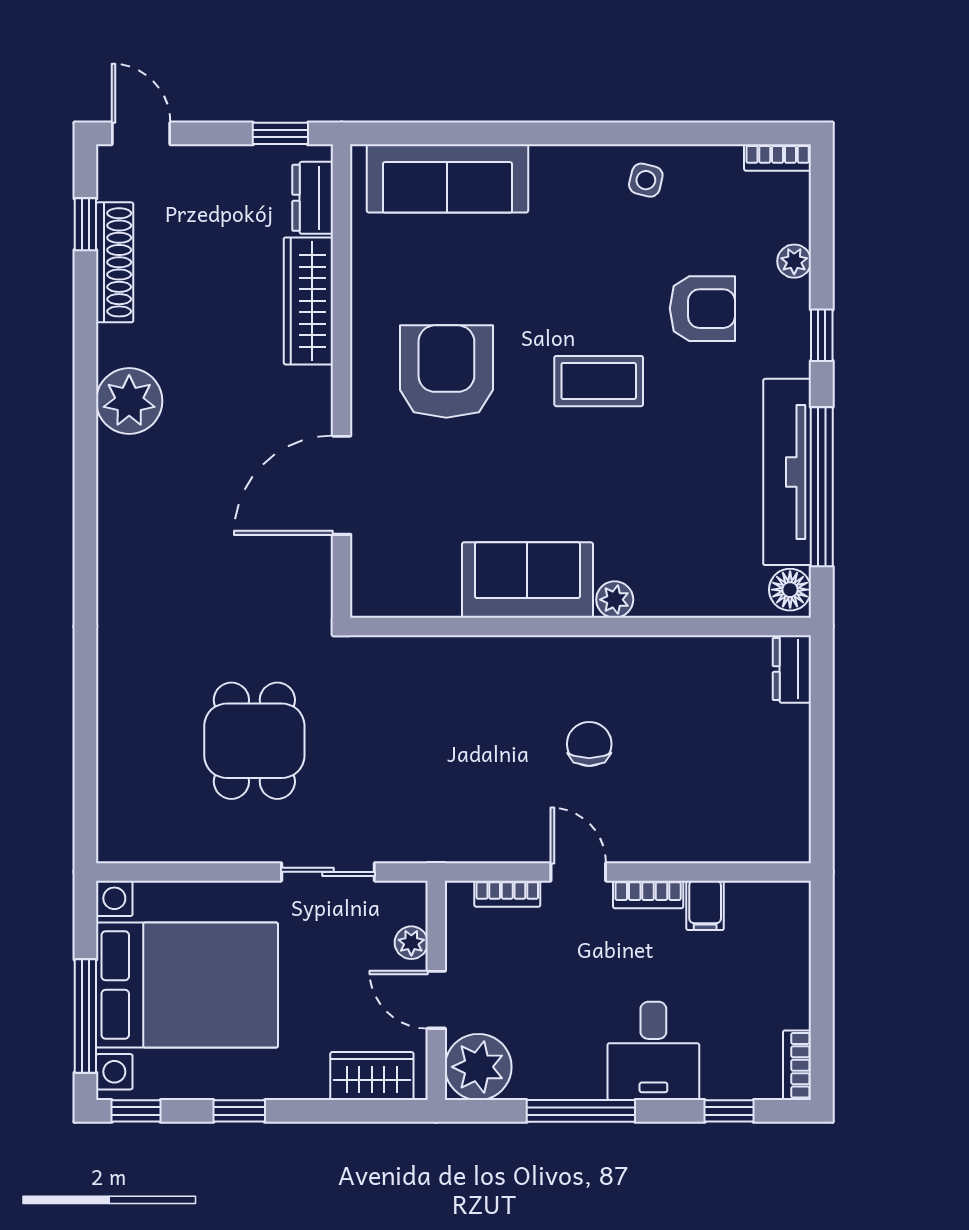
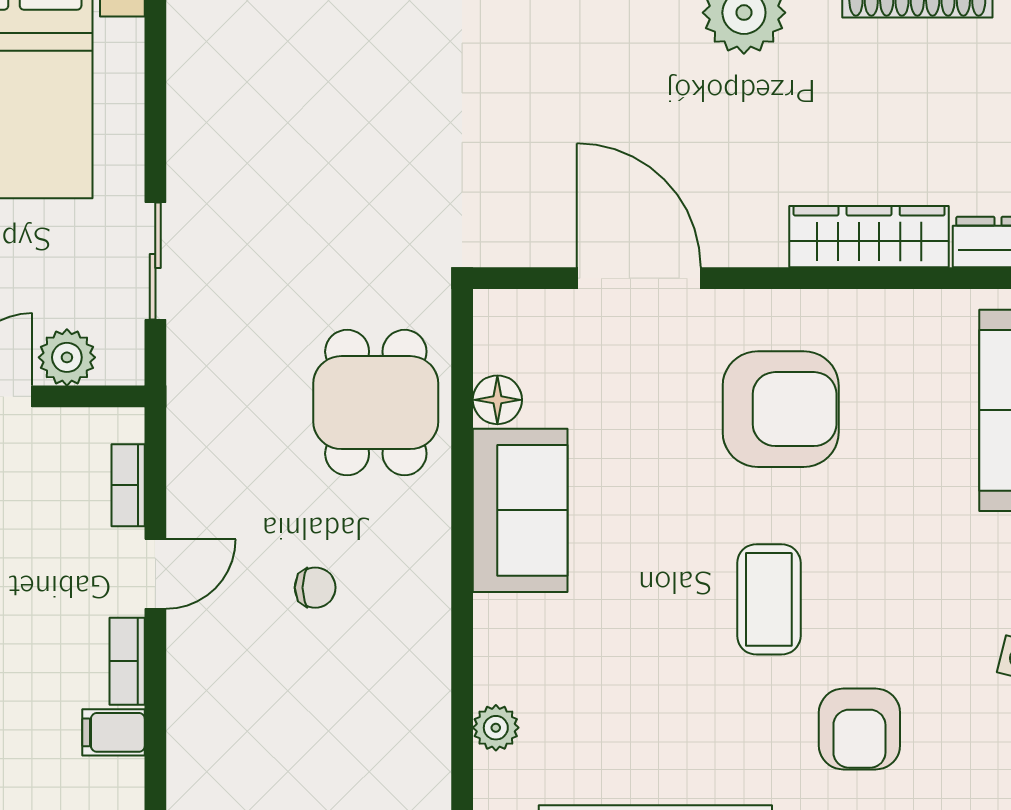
floor lamp: (439, 598) -> (497, 400), added
plant: (615, 600) -> (496, 728), moved
dining table: (254, 741) -> (376, 403), moved, turned 90
chair: (589, 744) -> (315, 588), width x0.73, depth x0.73
plant: (411, 943) -> (67, 357), width x1.38, depth x1.38

